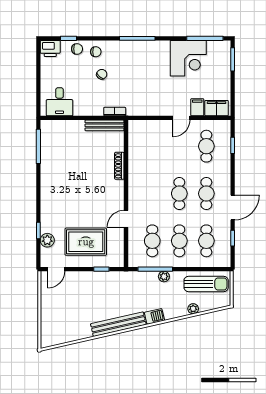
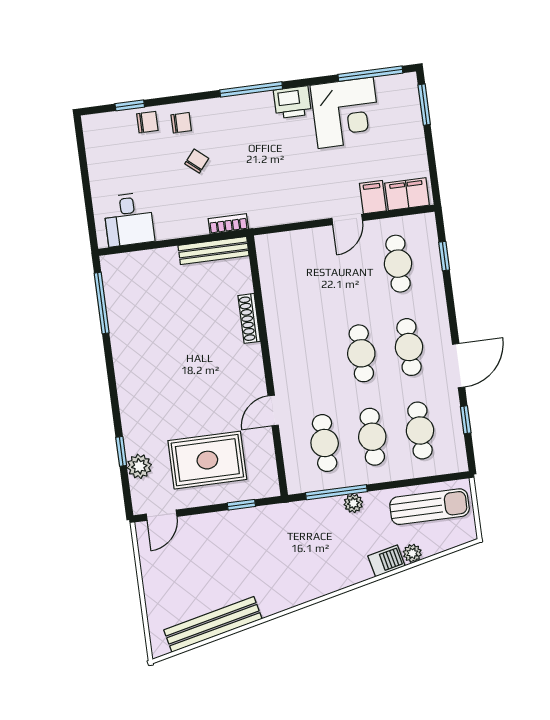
printer: (50, 48) -> (292, 102), moved
barbecue: (154, 316) -> (386, 561), moved
bench: (118, 324) -> (213, 624), moved

